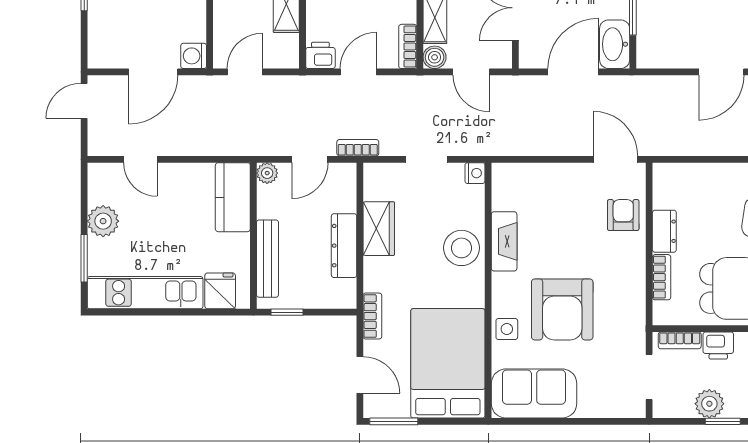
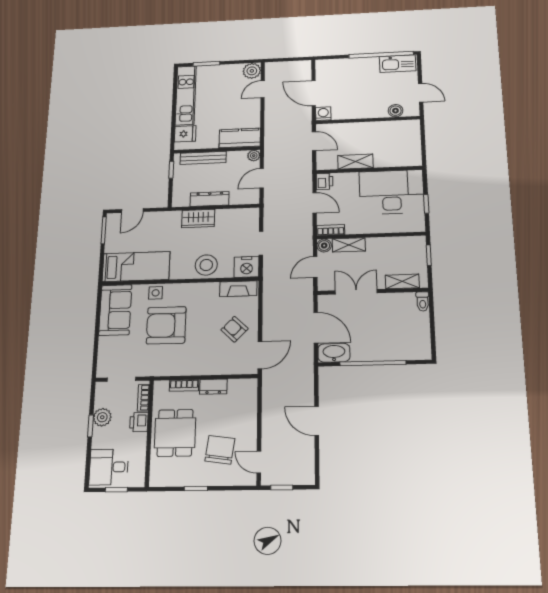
door: (84, 101) -> (297, 59), removed
bookcase: (358, 148) -> (268, 204), removed
door: (310, 159) -> (262, 178), hinge flipped
nightstand: (475, 173) -> (247, 267), width x1.89, depth x1.79
armchair: (623, 215) -> (234, 329), moved, turned -136
plant: (103, 221) -> (252, 71), moved
wardrobe: (379, 229) -> (198, 219), moved
fireplace: (504, 241) -> (238, 289), moved
bookcase: (372, 316) -> (167, 216), removed
bed: (448, 363) -> (136, 267), width x0.67

